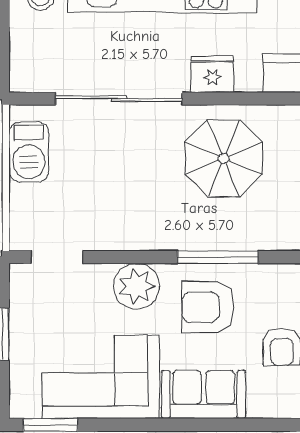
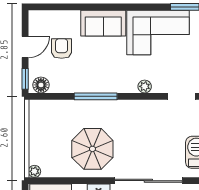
plant: (137, 286) -> (145, 86), width x0.53, depth x0.53
armchair: (208, 307) -> (101, 70), removed

